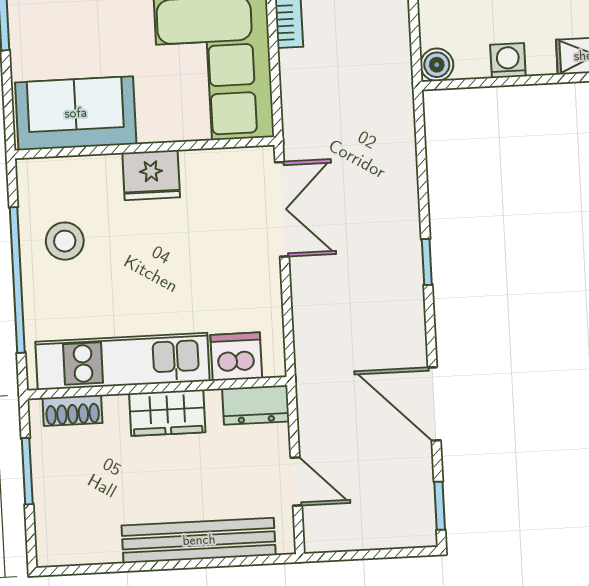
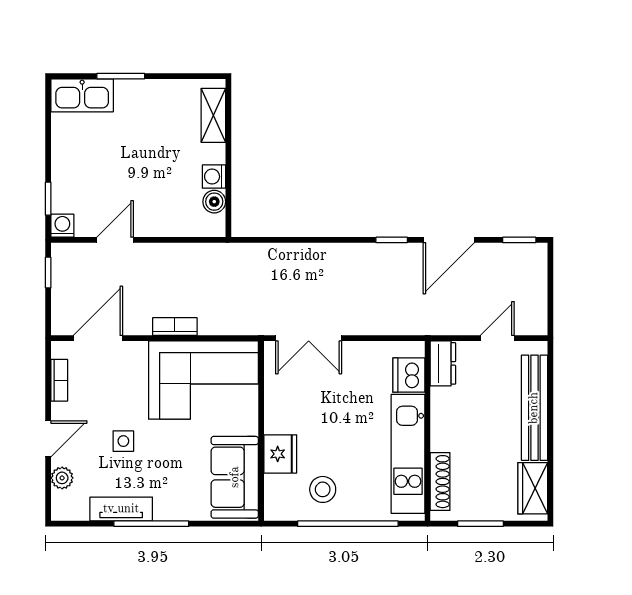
boiler: (437, 65) -> (214, 202), moved
fridge: (151, 175) -> (280, 454), moved
double door: (282, 209) -> (309, 338), swing flipped
window: (427, 262) -> (392, 240), moved
shoe rack: (72, 410) -> (440, 482), width x1.43
wardrobe: (167, 413) -> (533, 488), moved, turned 180

